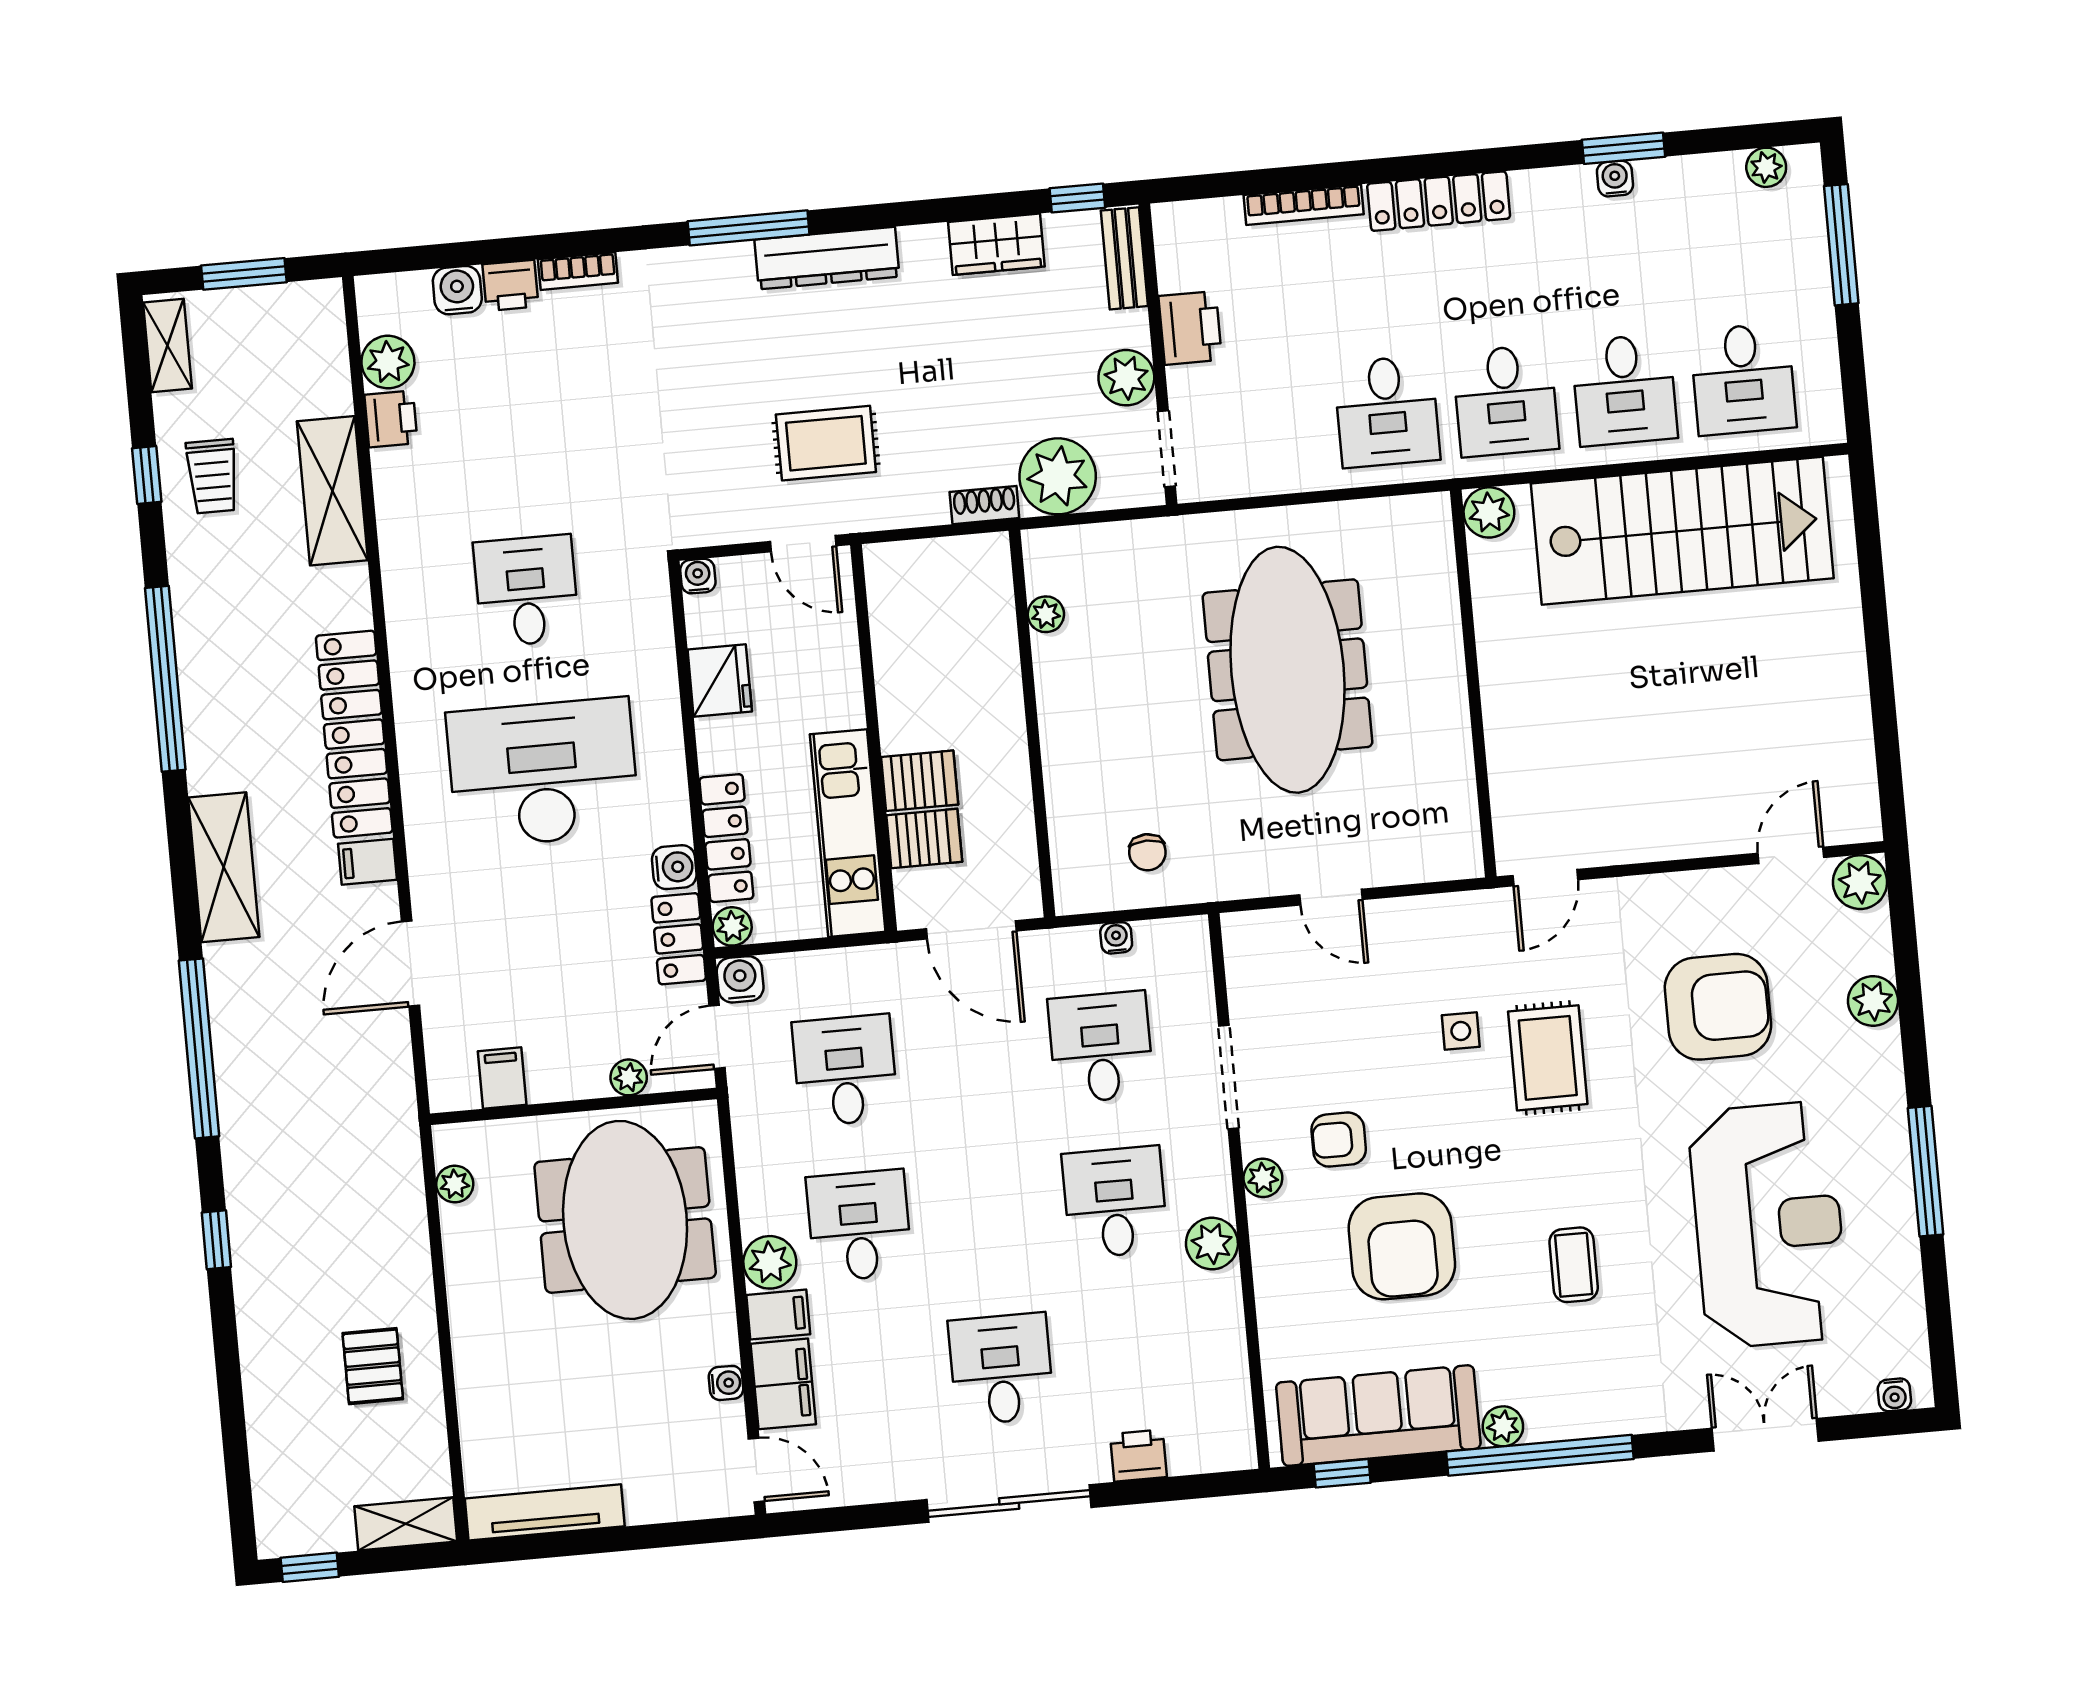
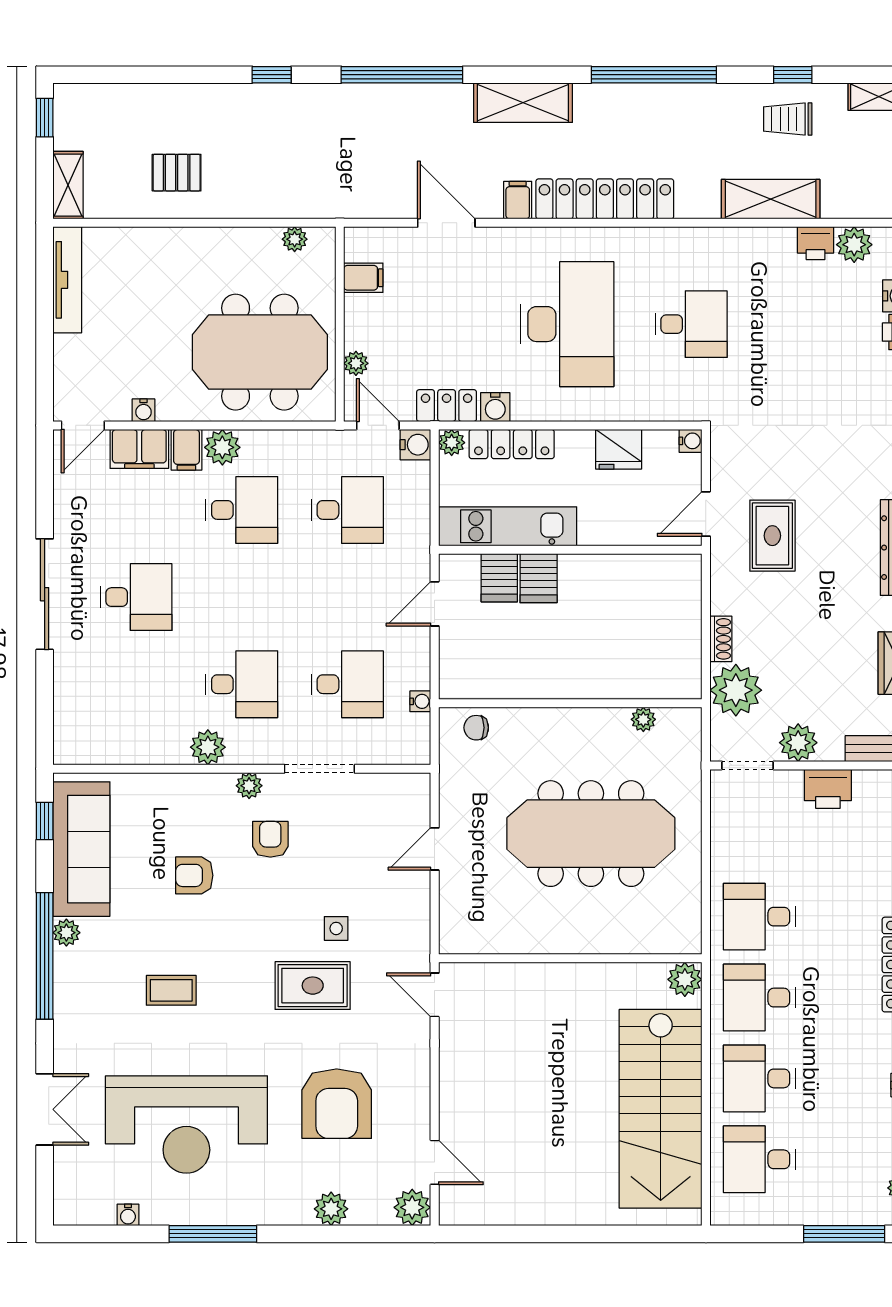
plant: (1046, 614) -> (643, 719), moved
wall: (1032, 724) -> (570, 703), moved
door: (971, 930) -> (435, 604), width x0.73
armchair: (1402, 1246) -> (194, 875), width x0.53, depth x0.53
water cooler: (1894, 1395) -> (128, 1215), moved, turned -90
printer: (1138, 1456) -> (69, 684), removed

